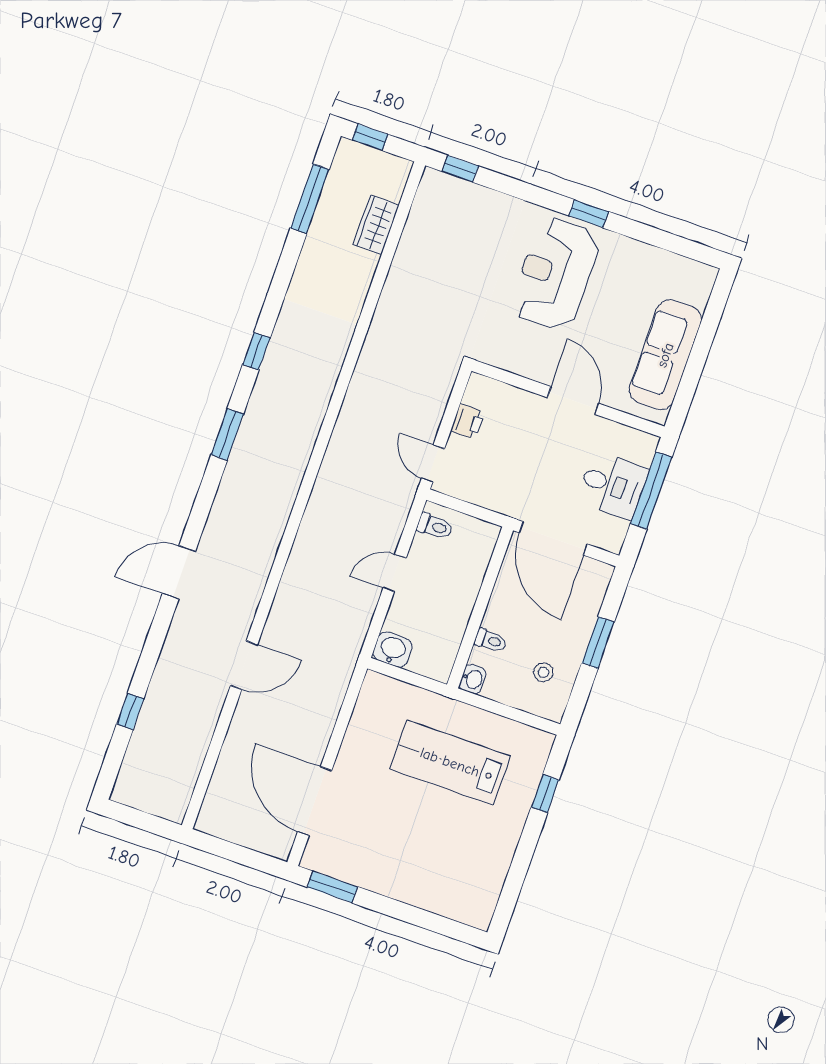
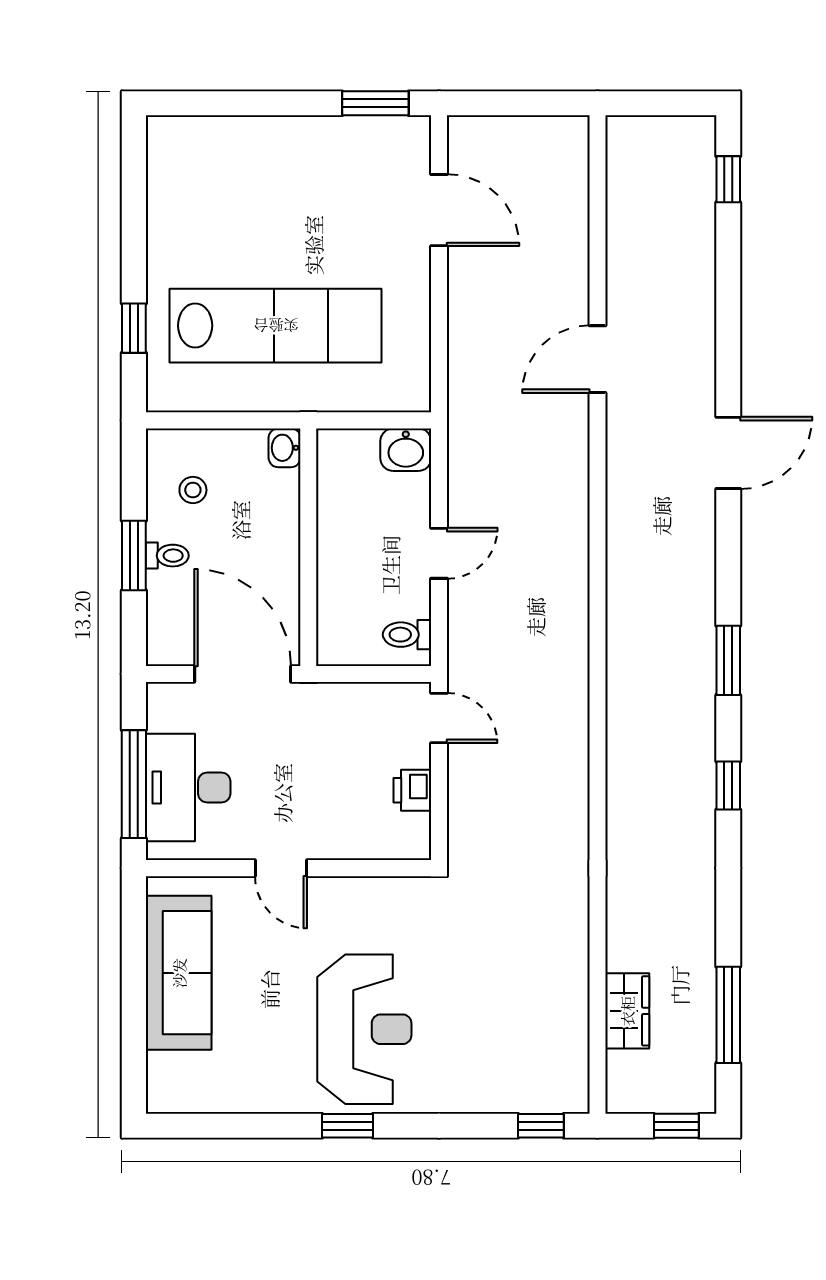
door: (573, 400) -> (281, 868), width x0.73
desk: (613, 485) -> (188, 787), width x1.37
toilet: (490, 640) -> (167, 556), moved, turned 180
window: (130, 711) -> (728, 179), moved
lab bench: (450, 762) -> (276, 326), width x1.36
door: (315, 801) -> (439, 210), width x0.73

